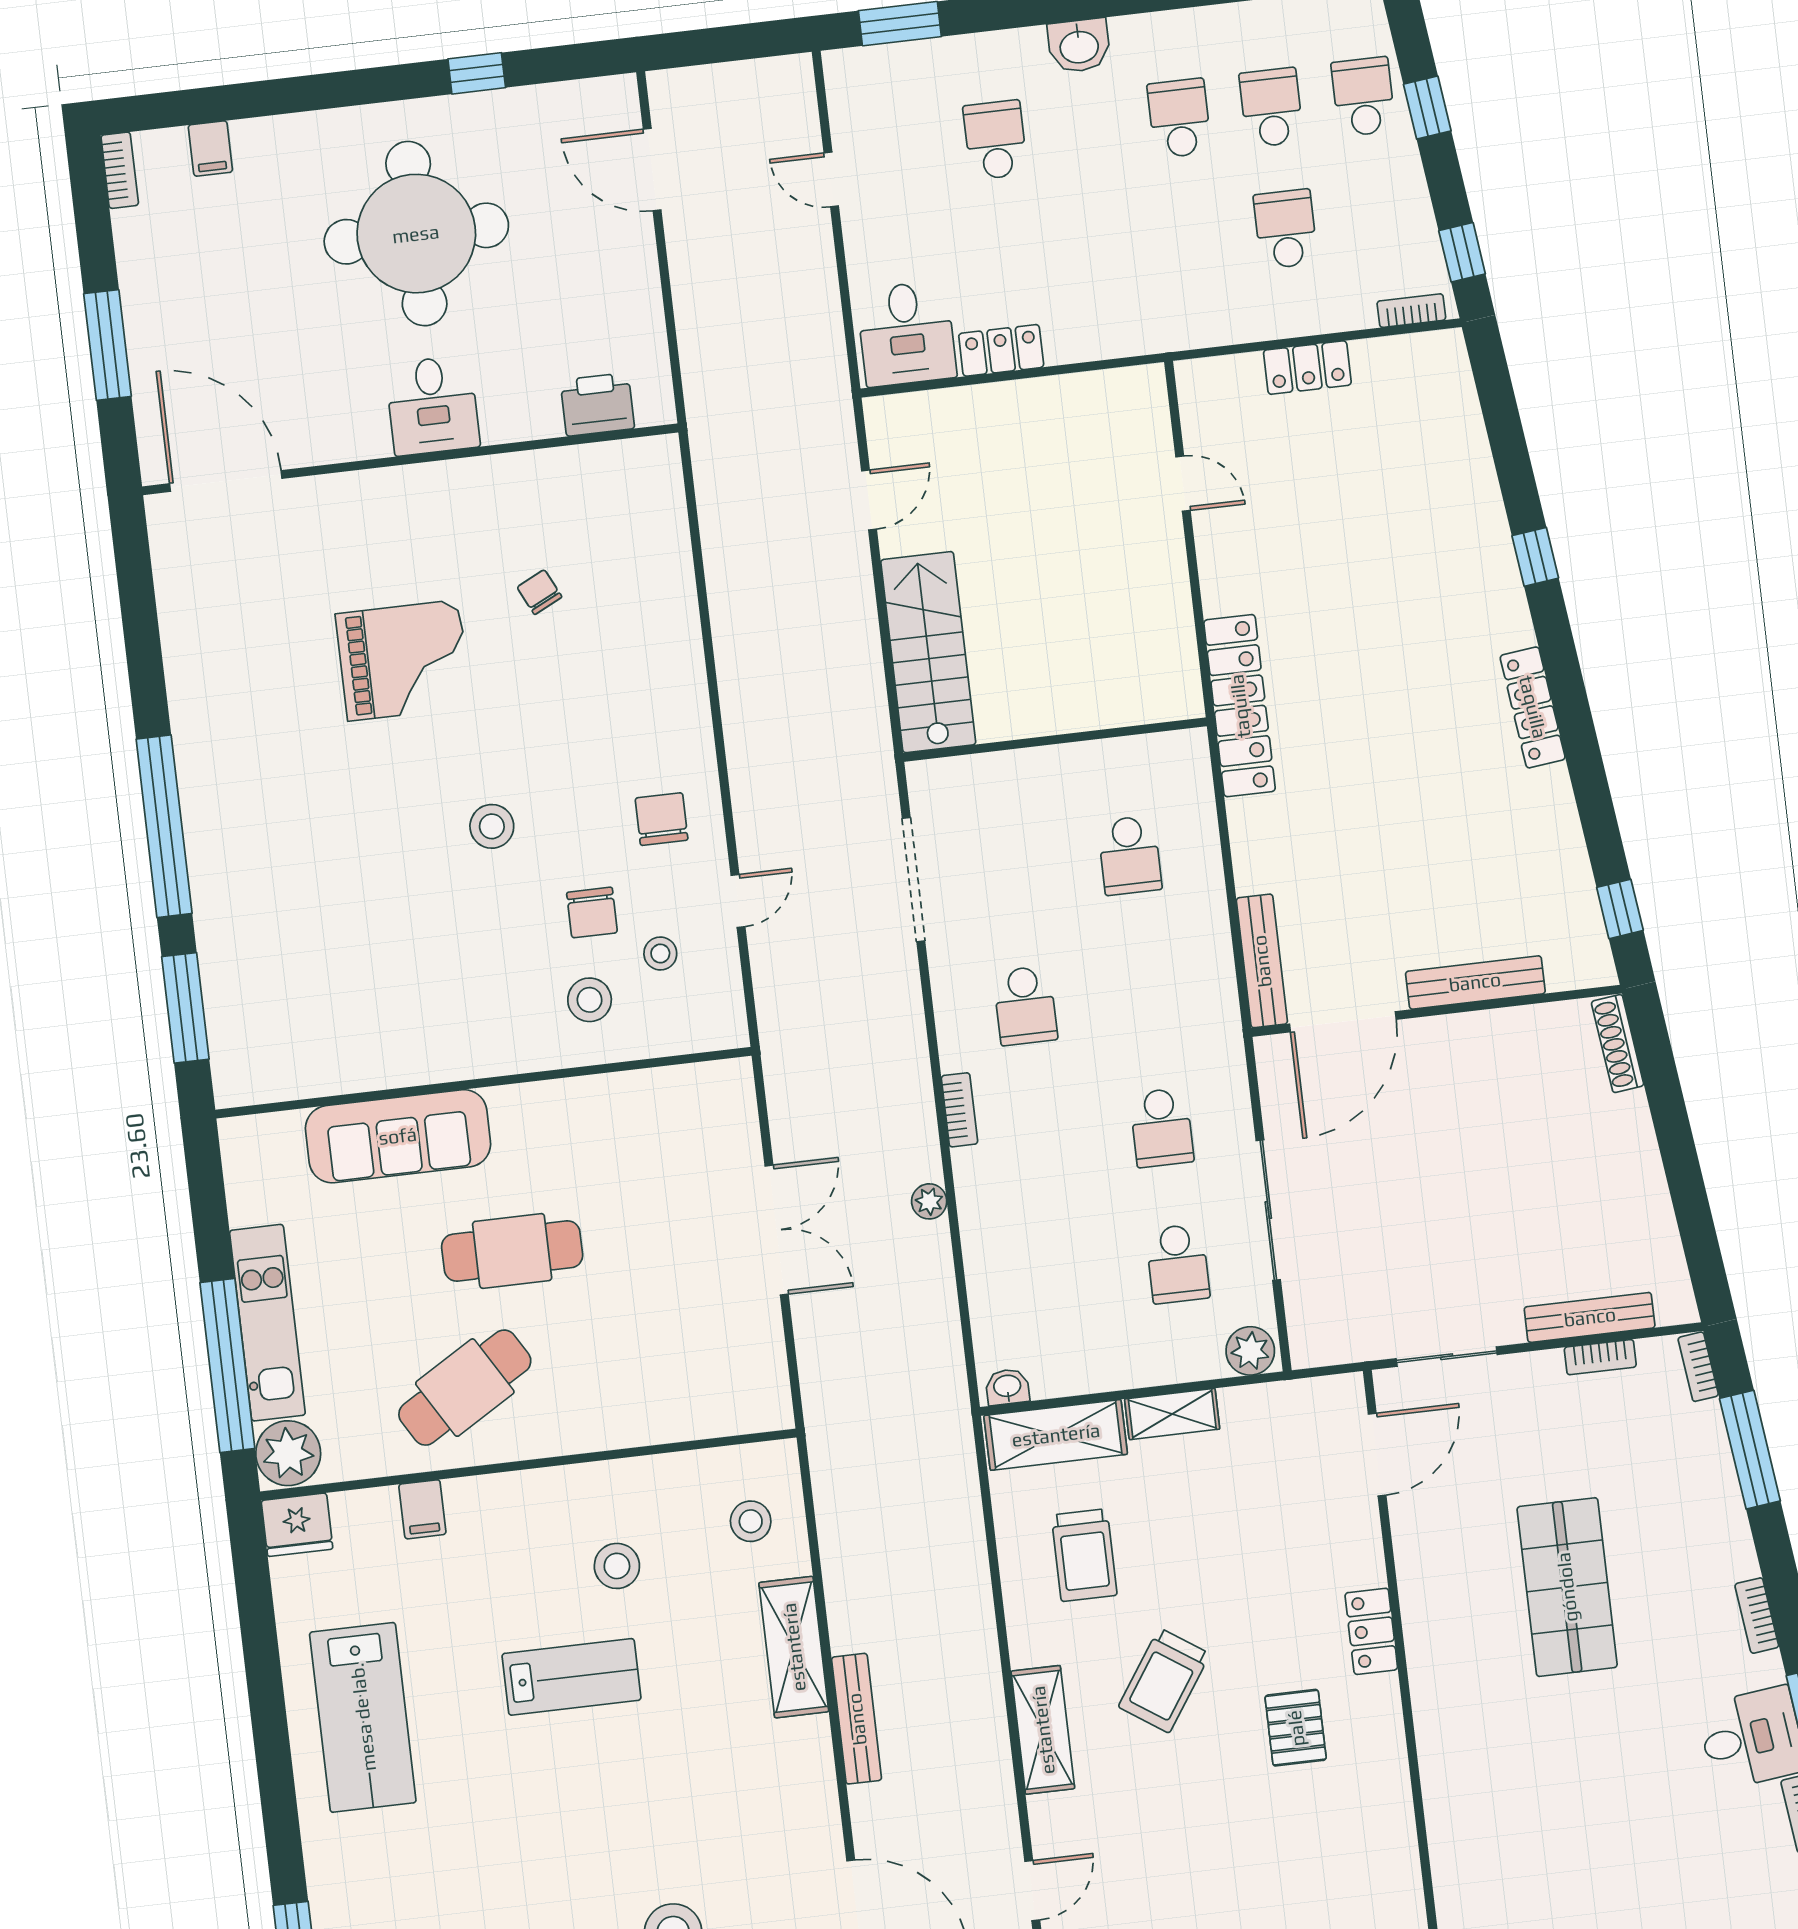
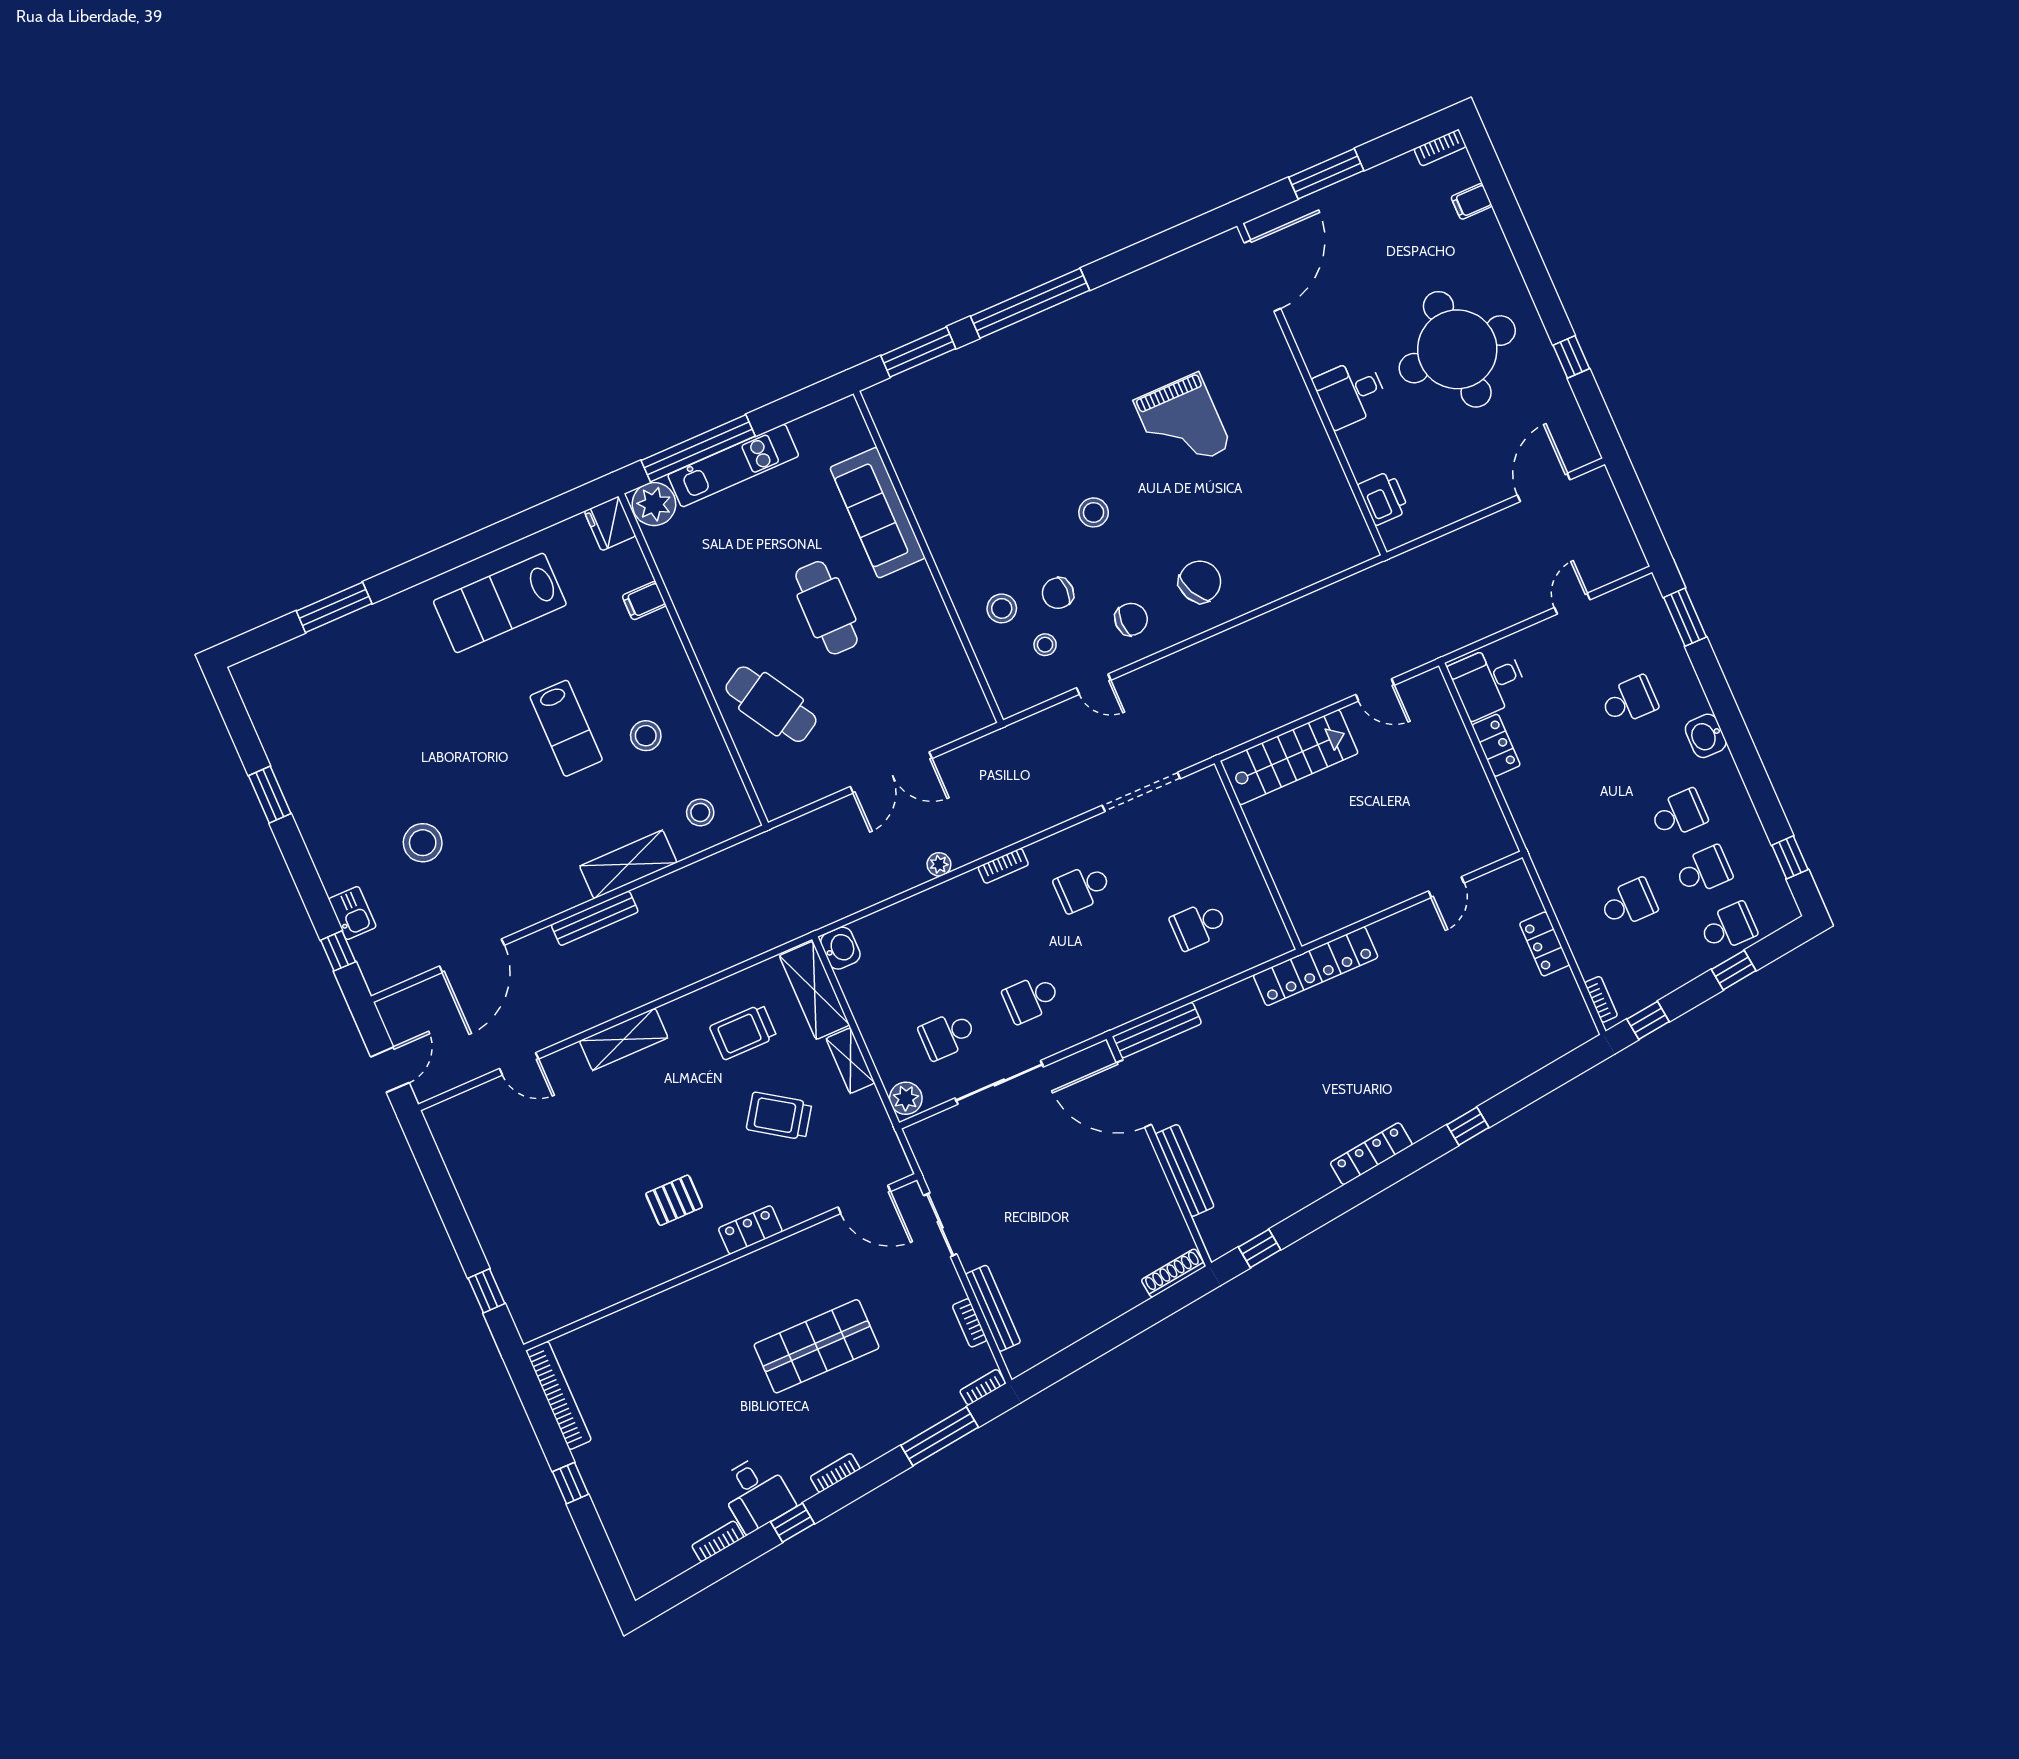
chair: (539, 592) -> (1200, 582), moved, width x1.87, depth x1.87
washbasin: (1007, 1387) -> (840, 948), width x1.38, depth x1.45
cafe table: (465, 1388) -> (771, 704), moved
trolley: (1164, 1680) -> (779, 1116), moved

